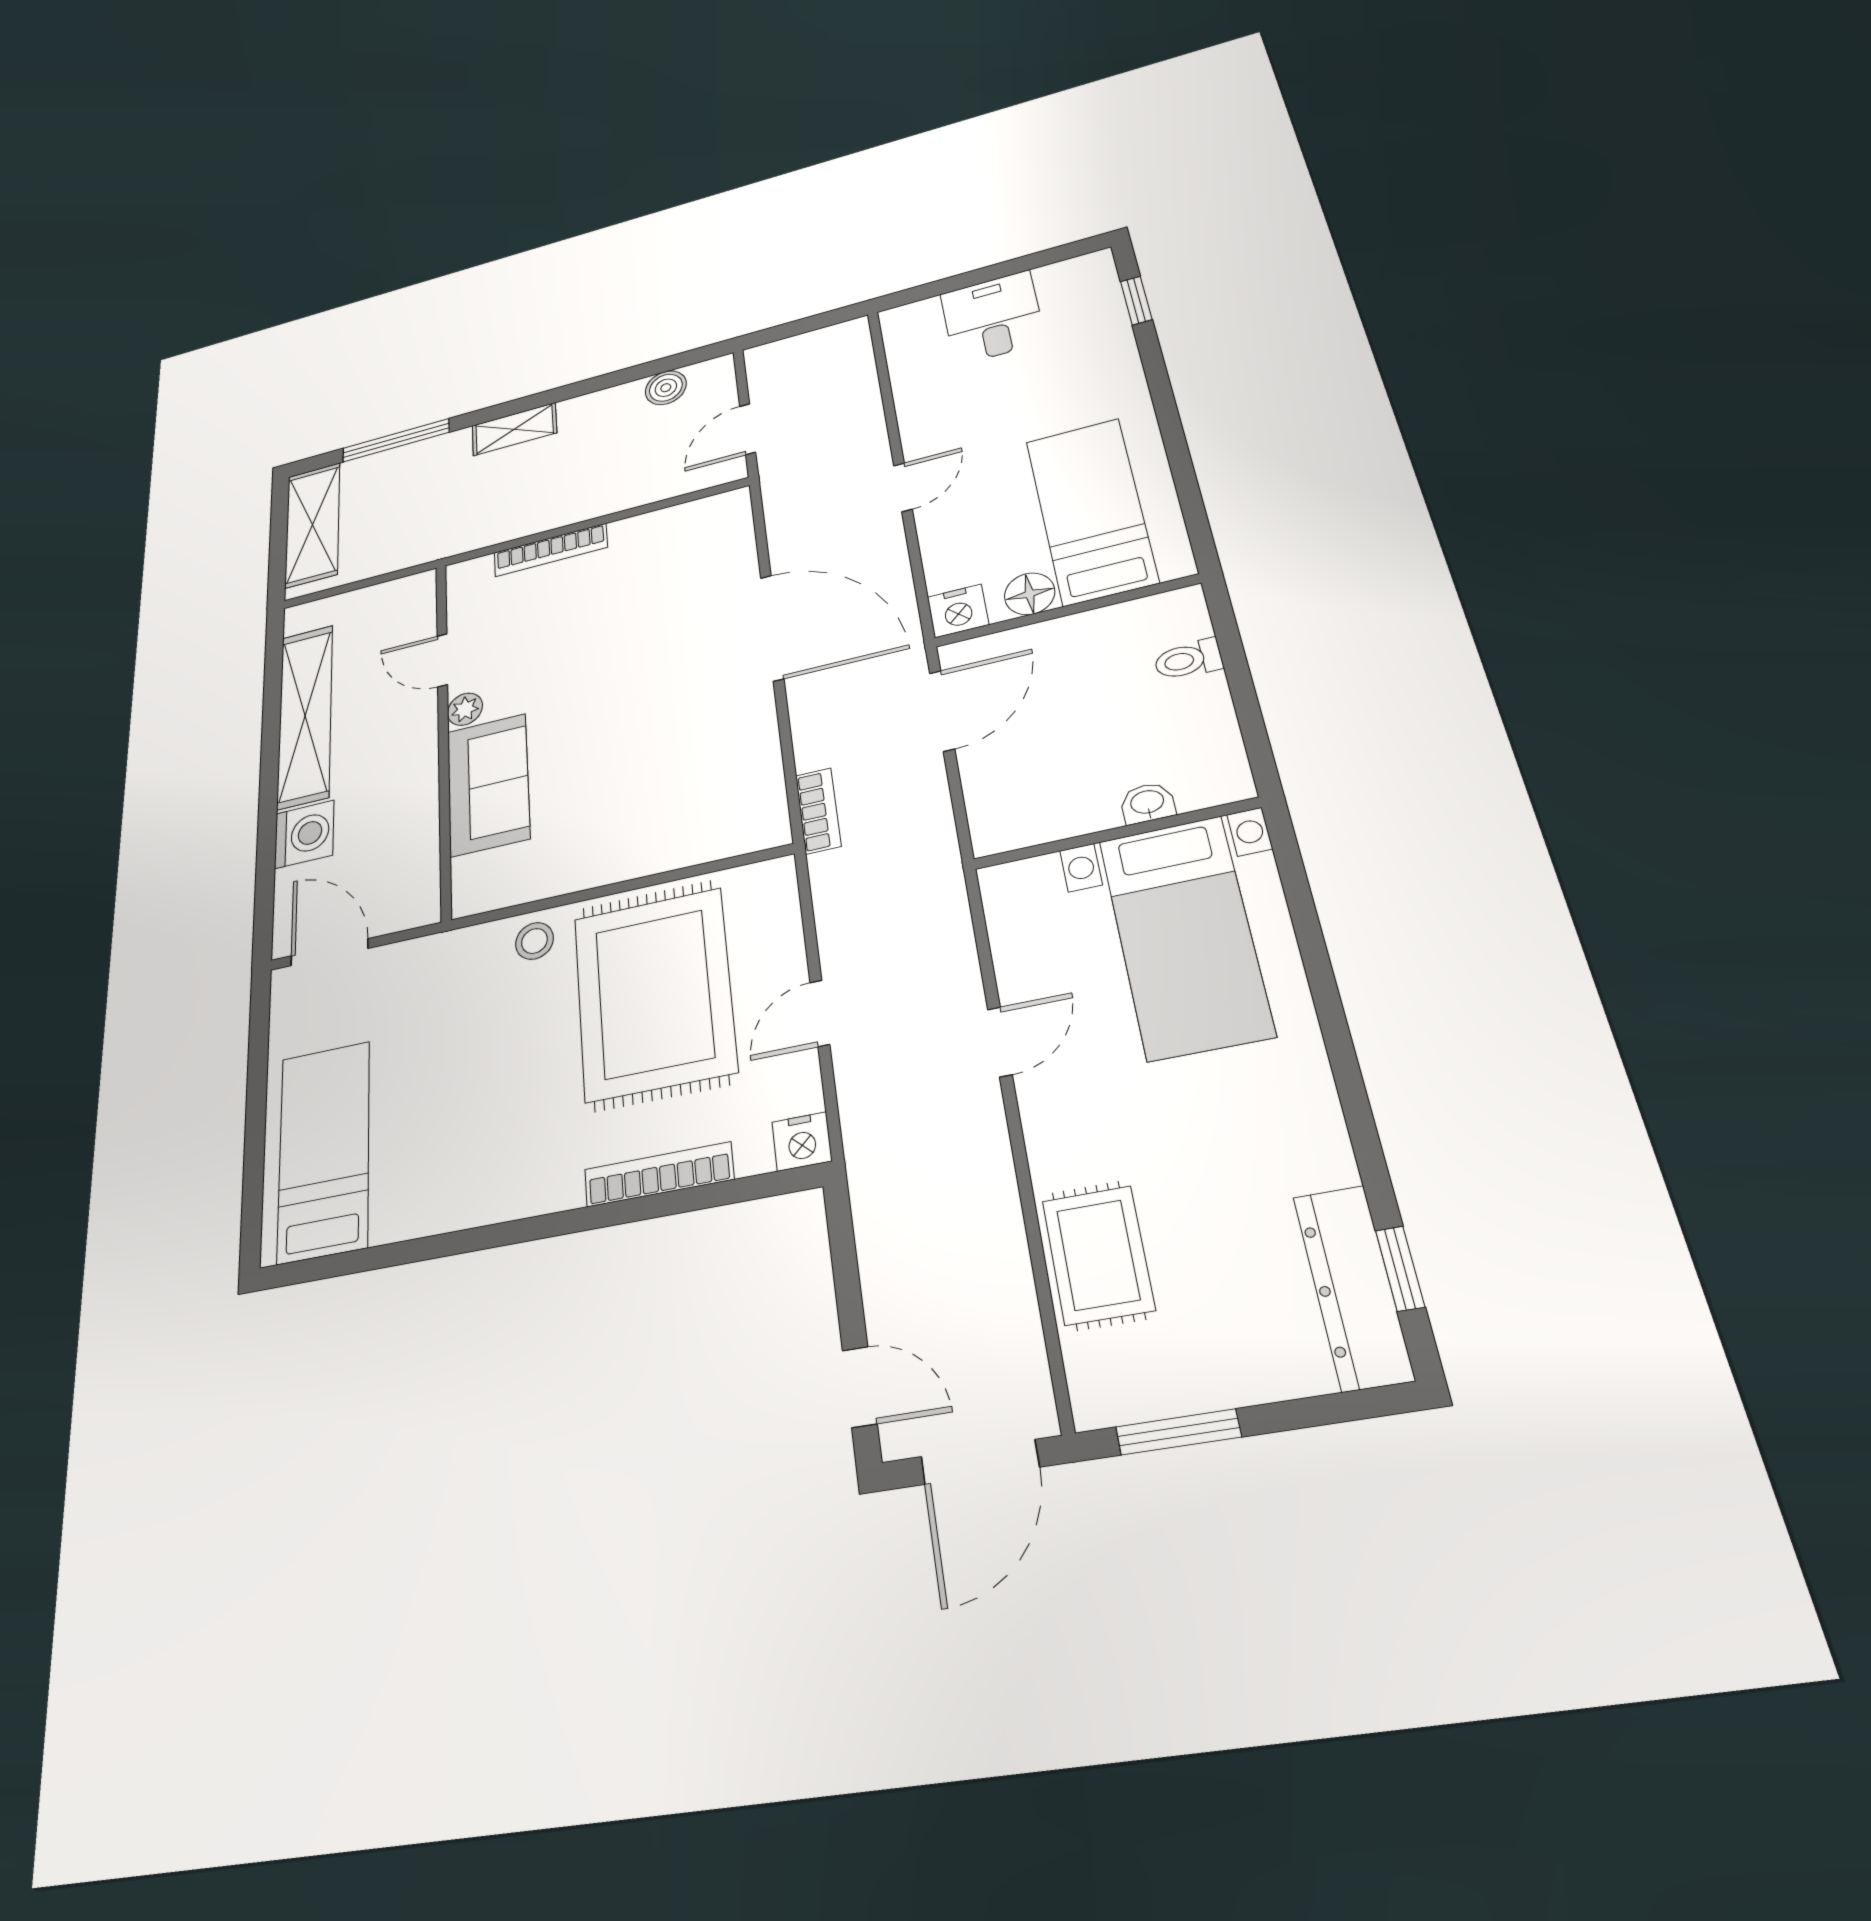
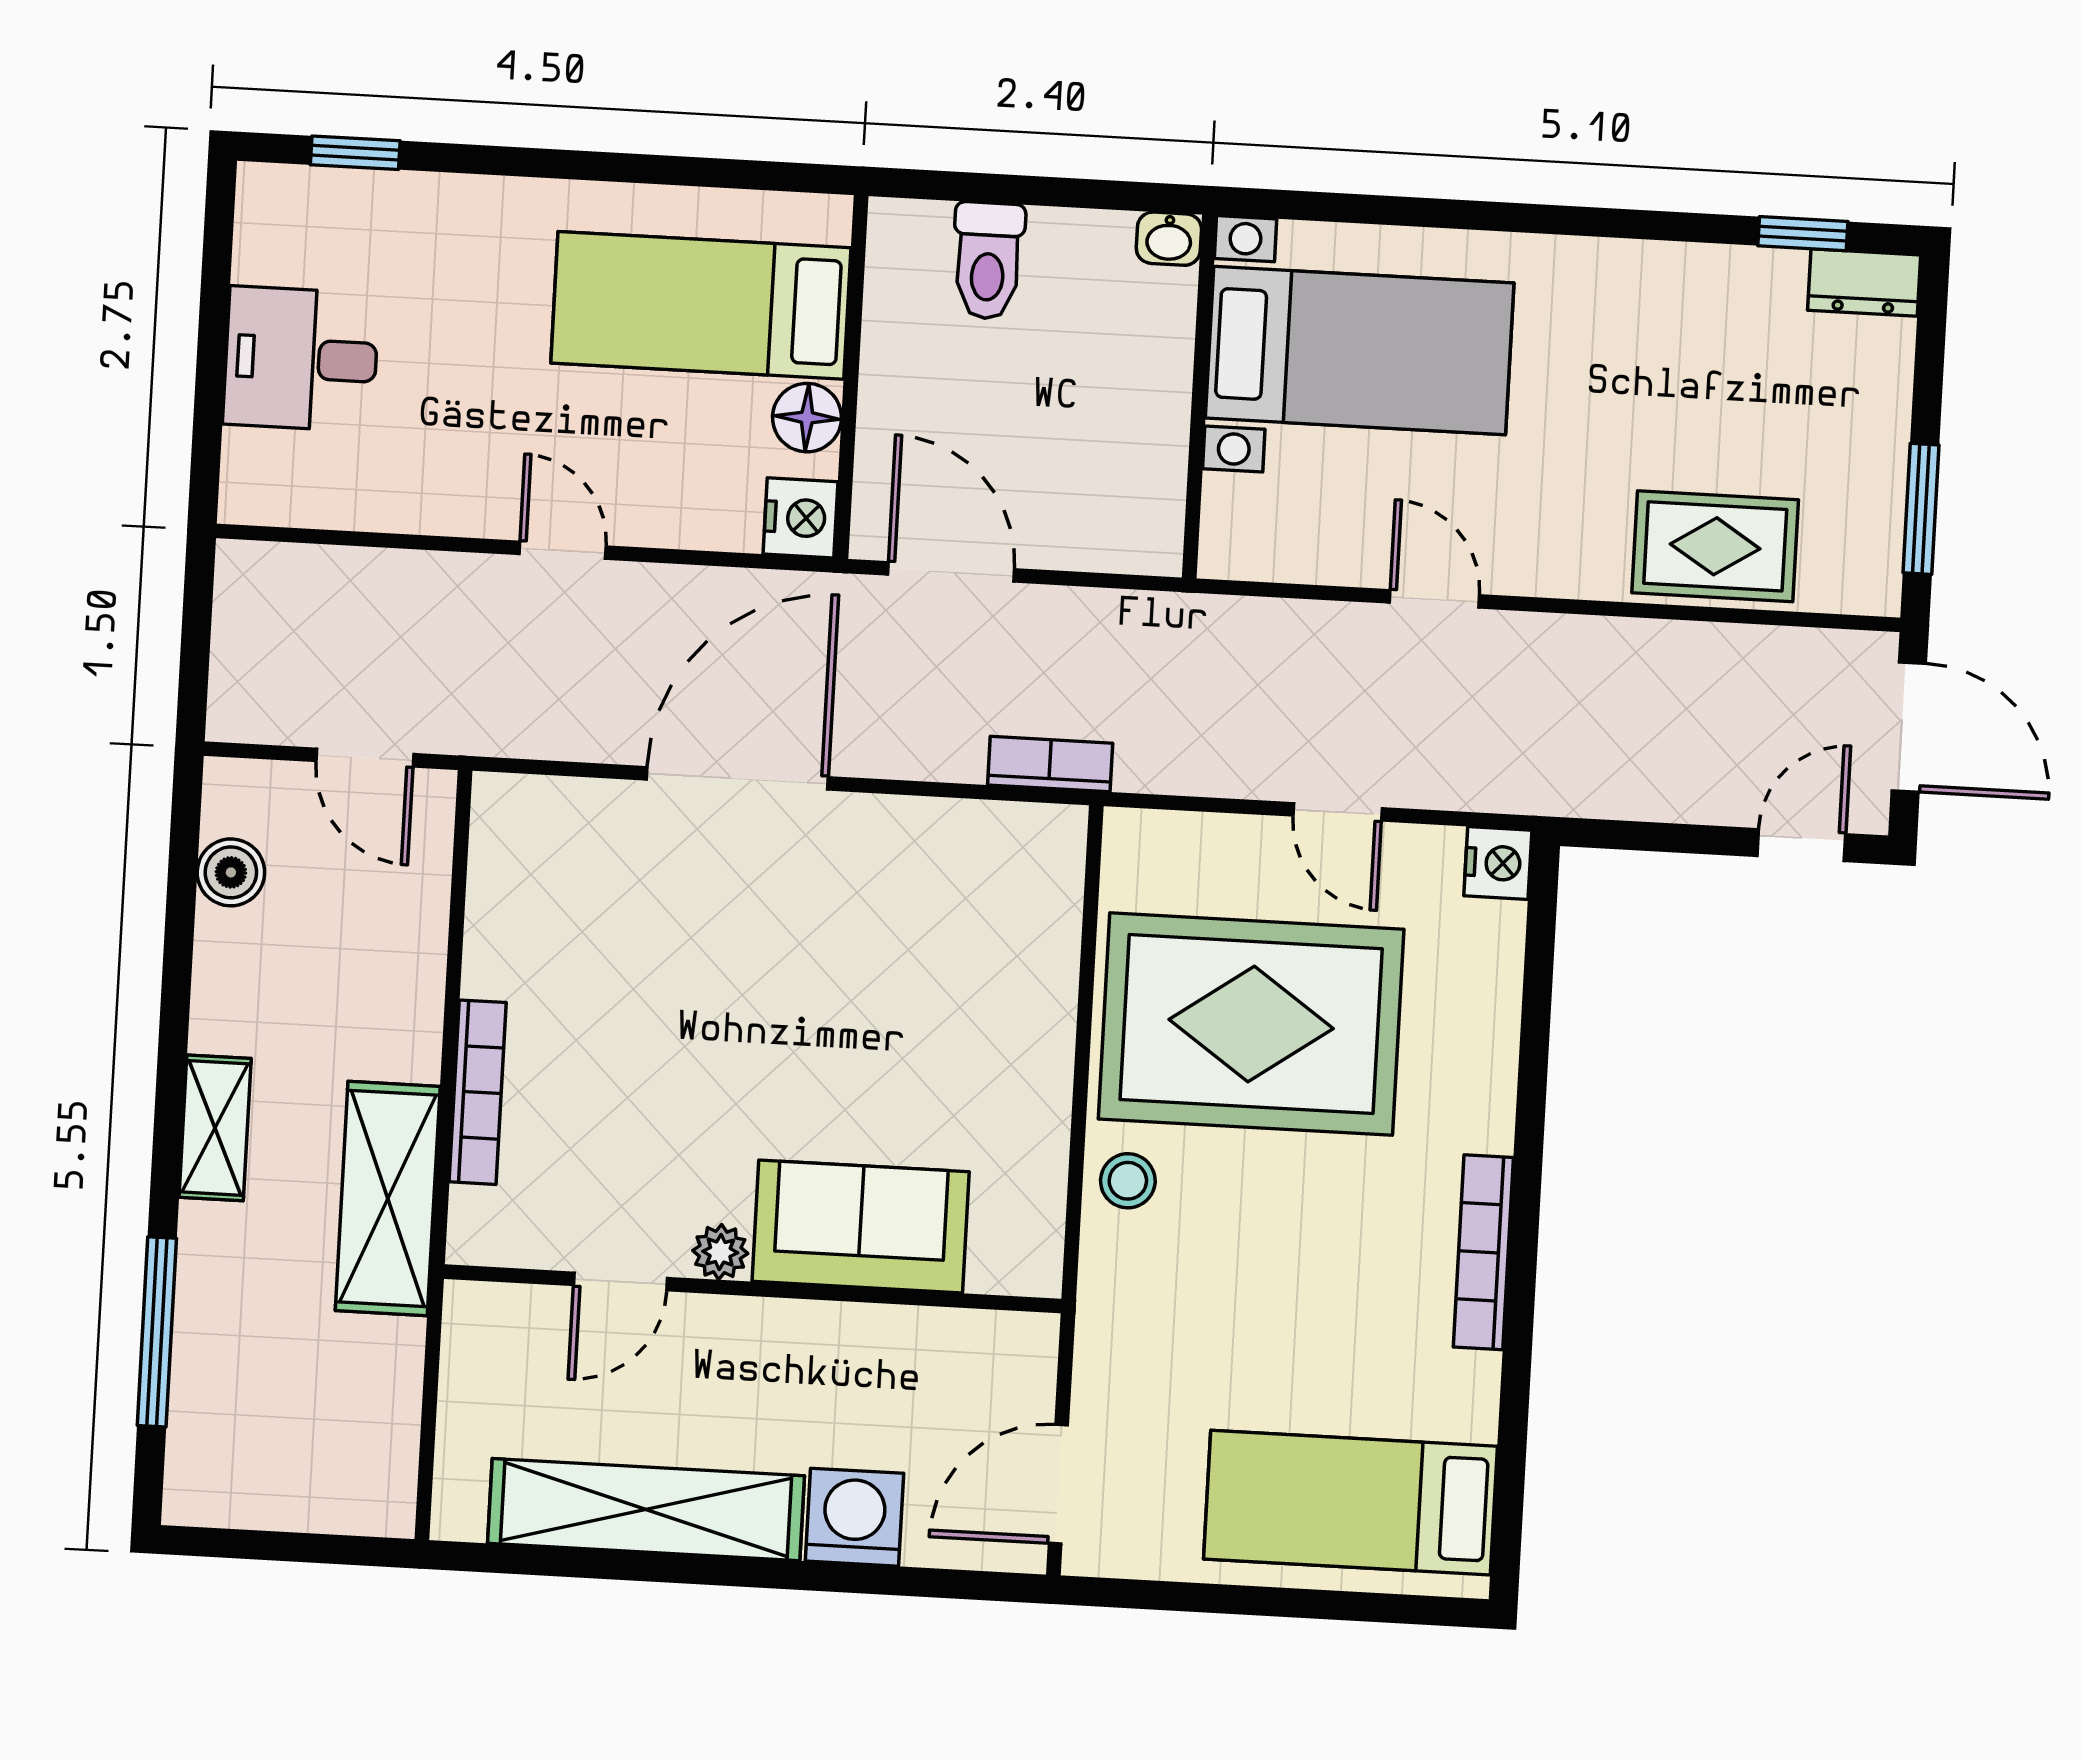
shelving: (313, 525) -> (388, 1199), moved, turned 90
toilet: (1188, 660) -> (988, 261), width x1.37, depth x1.39
washbasin: (1147, 803) -> (1169, 239), moved, turned -90
bookcase: (659, 1174) -> (1483, 1252), moved
dresser: (1353, 1287) -> (1864, 283), width x0.51, depth x0.80

